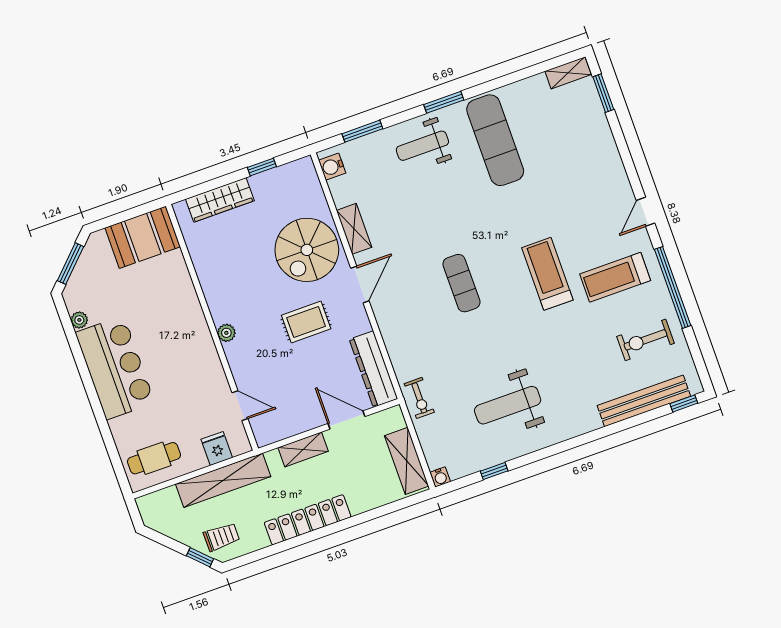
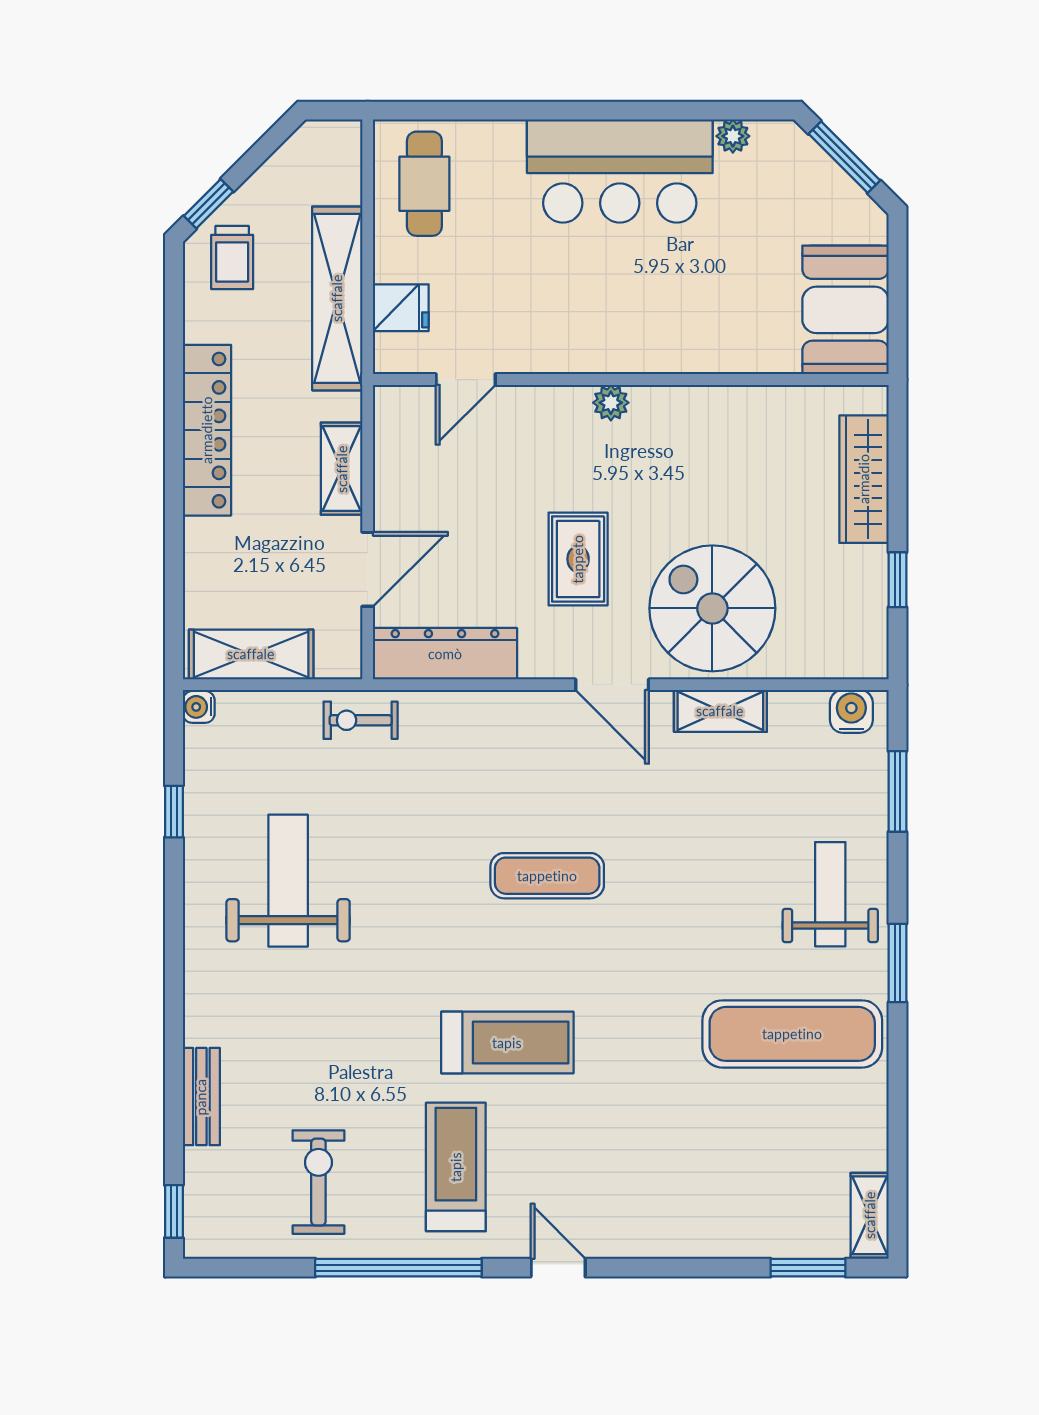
bench: (644, 401) -> (201, 1097), width x0.54, depth x0.82

